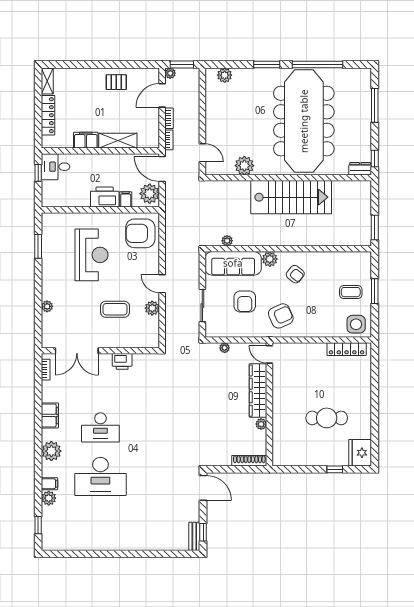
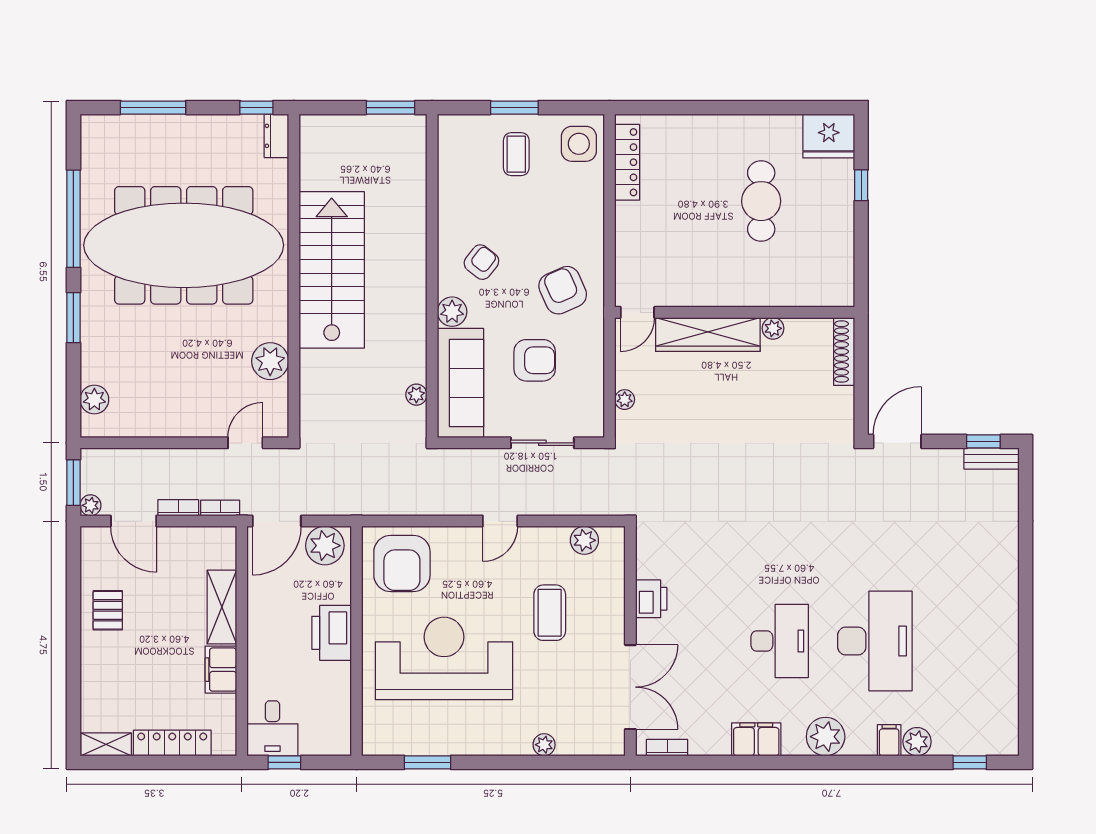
filing cabinet: (126, 199) -> (336, 592), removed
reception desk: (92, 255) -> (444, 658), width x1.36, depth x1.30
plant: (152, 308) -> (584, 540), moved

